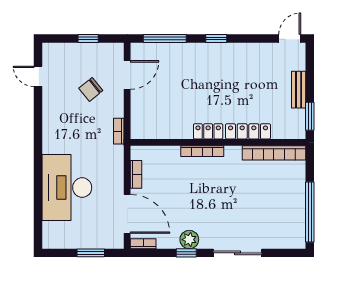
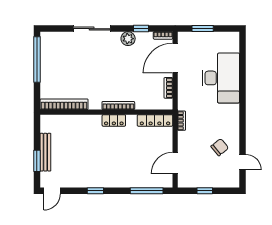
window: (216, 38) -> (95, 191), moved
chair: (91, 89) -> (220, 147), moved
bench: (299, 90) -> (45, 152), width x1.36
window: (310, 116) -> (37, 161), moved
locker: (248, 131) -> (155, 120), moved
door: (127, 214) -> (175, 58), hinge flipped
window: (186, 253) -> (141, 29), moved

